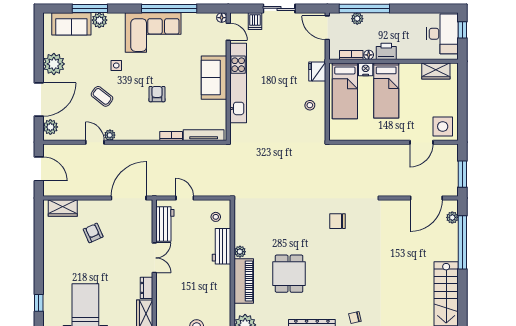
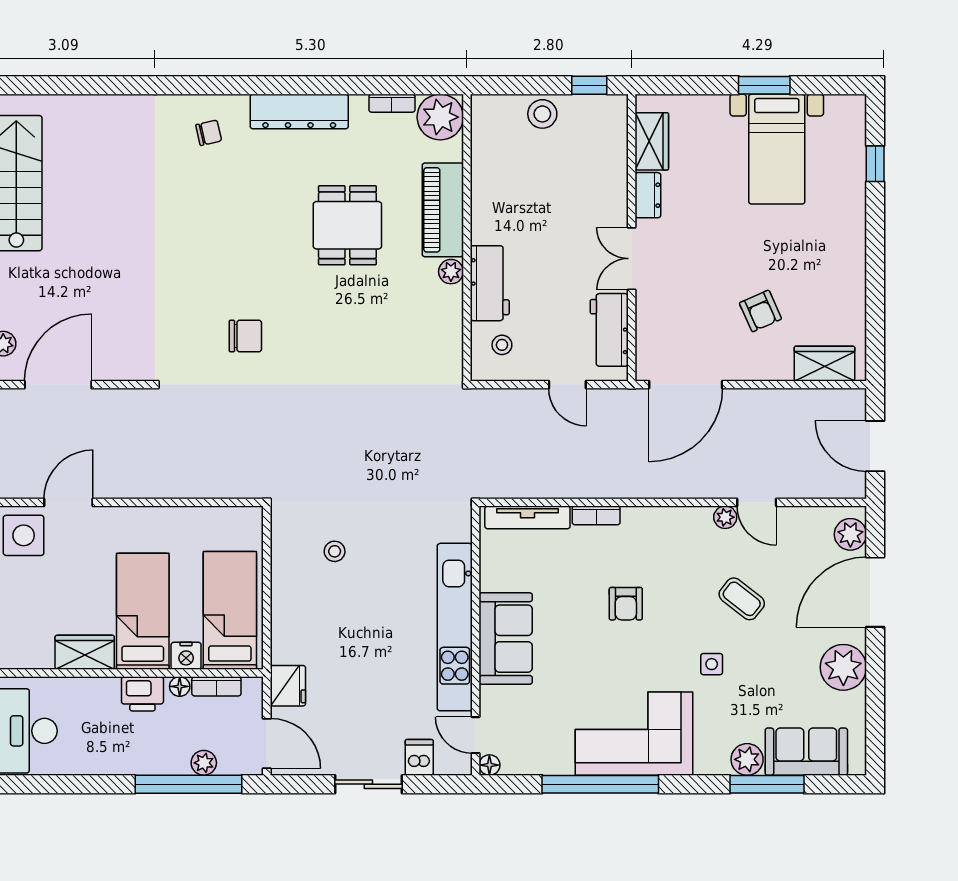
fridge: (317, 71) -> (288, 686), moved
wardrobe: (436, 71) -> (85, 652), moved
stool: (310, 105) -> (335, 551), moved

